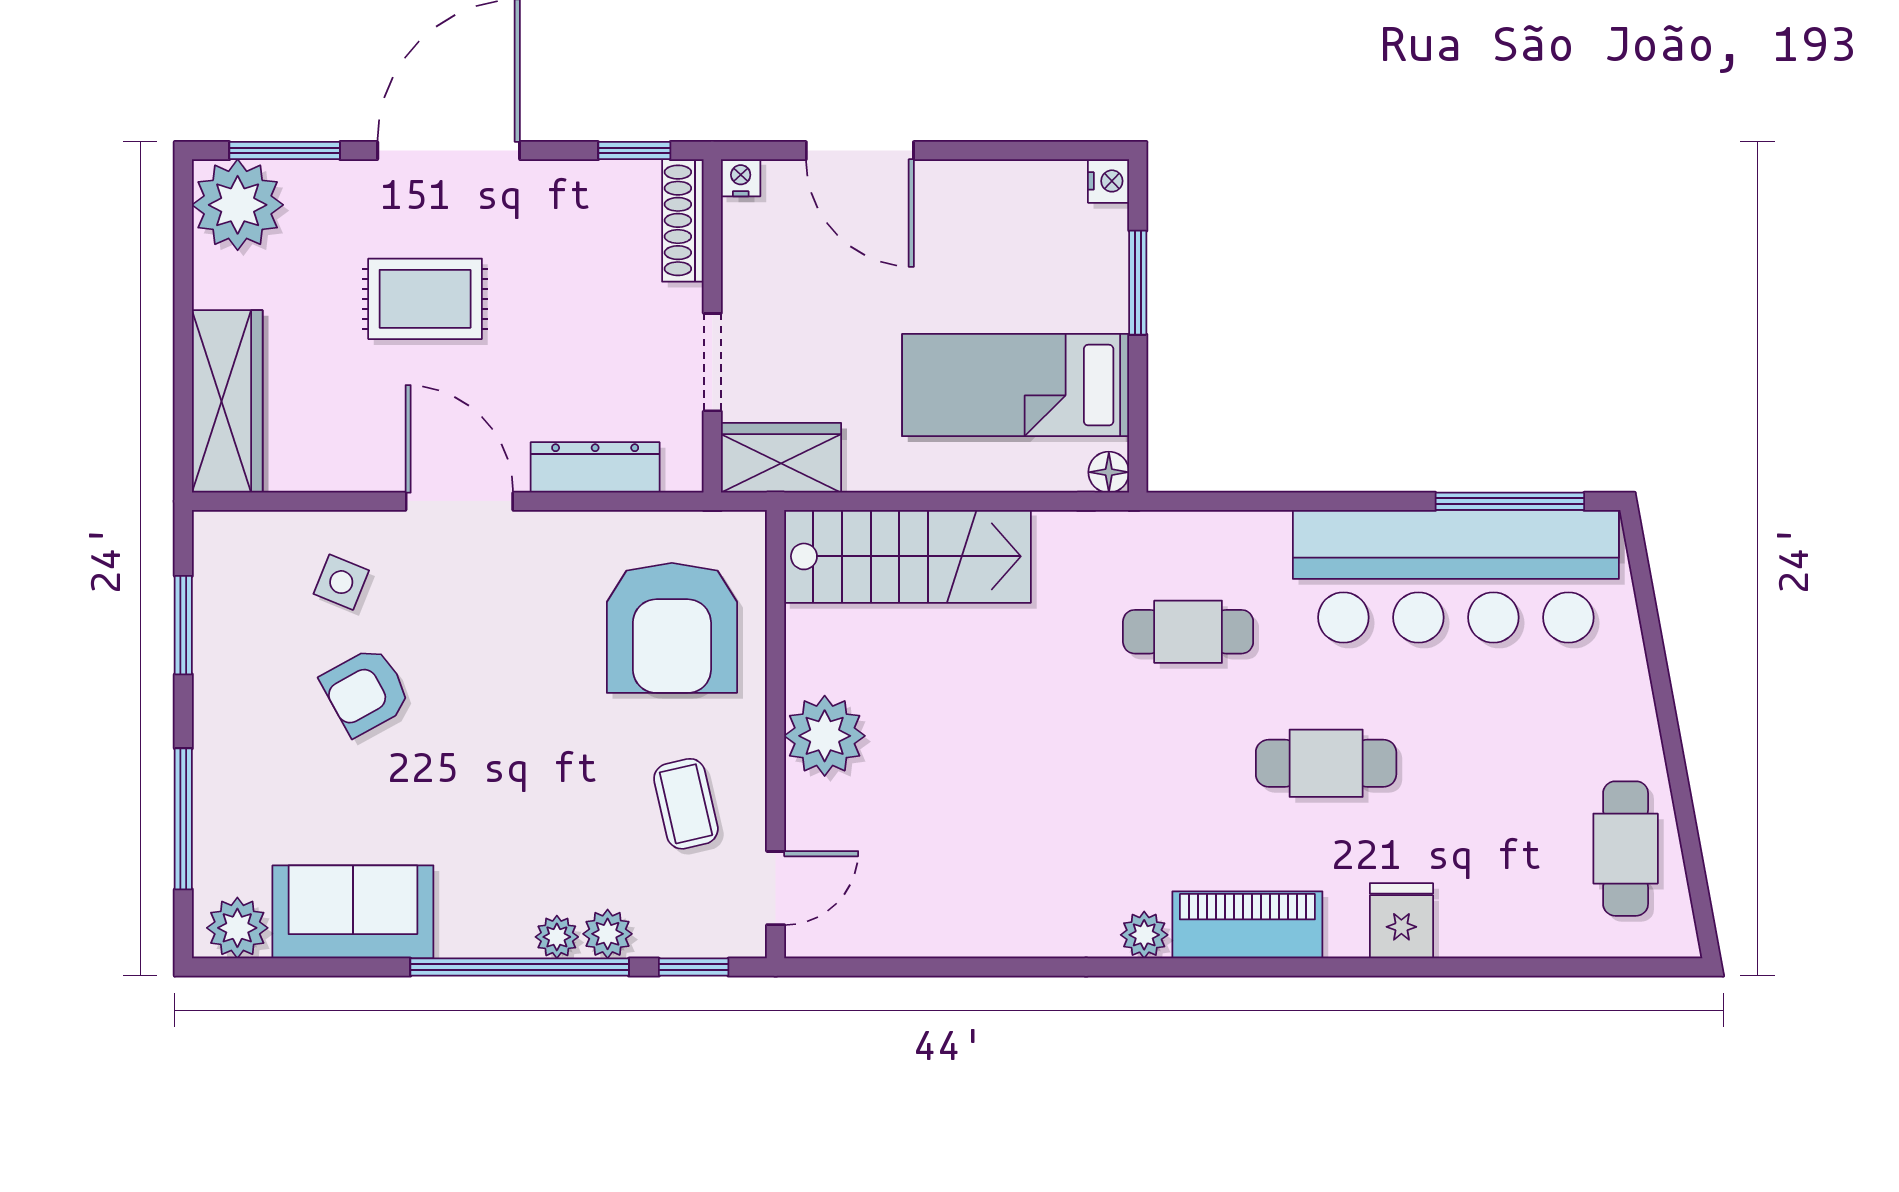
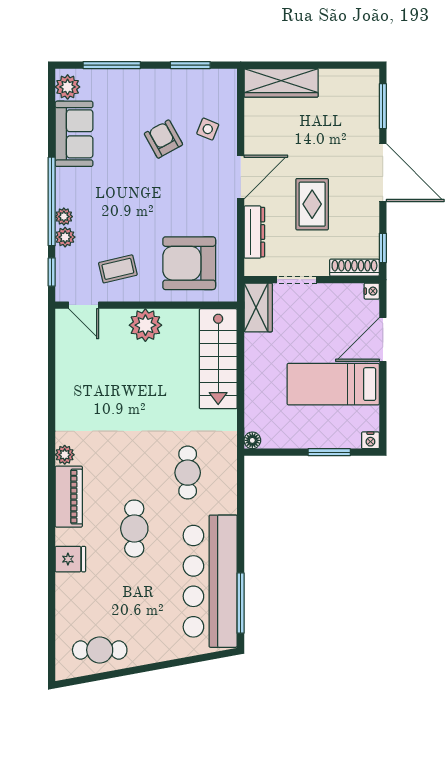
plant: (238, 205) -> (361, 87), removed
rug: (425, 299) -> (312, 204), moved
bed: (1016, 385) -> (333, 384), moved, turned -90

